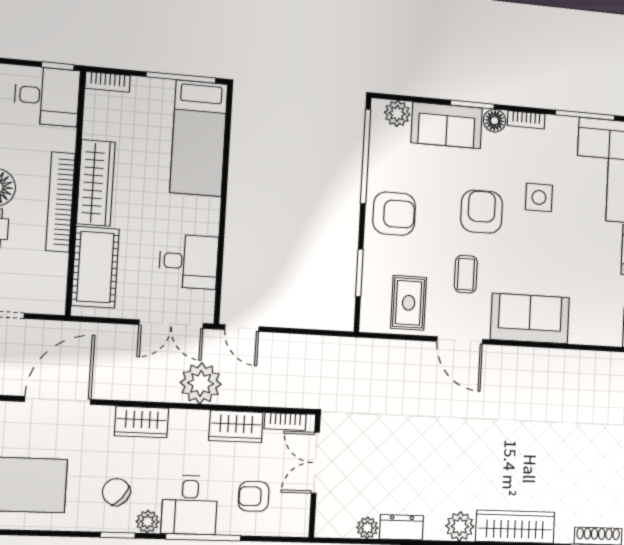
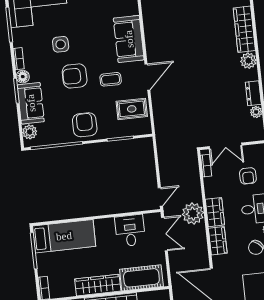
wardrobe: (236, 426) -> (215, 212), moved

